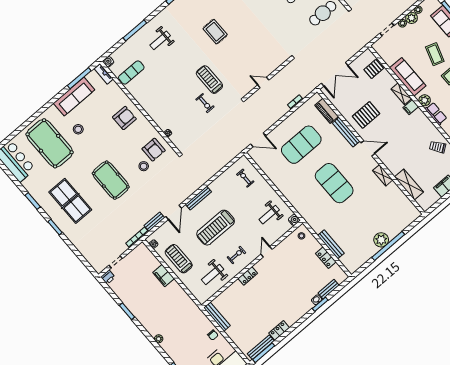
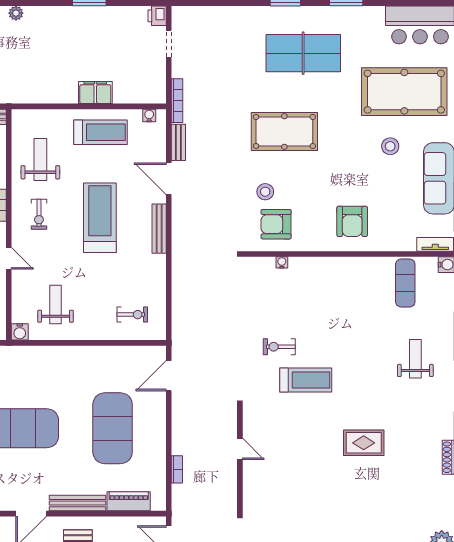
door: (263, 83) -> (240, 449), hinge flipped

